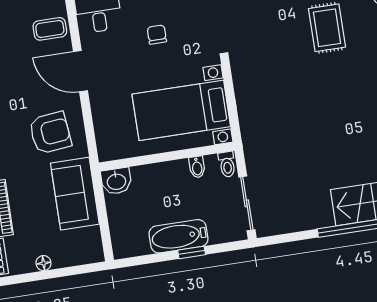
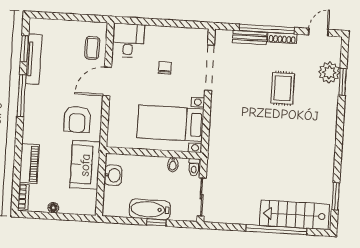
coffee table: (50, 29) -> (92, 48), turned 90
door: (80, 71) -> (107, 81), hinge flipped
armchair: (50, 133) -> (77, 119), turned 96
washbasin: (116, 181) -> (113, 175), moved, turned -90

